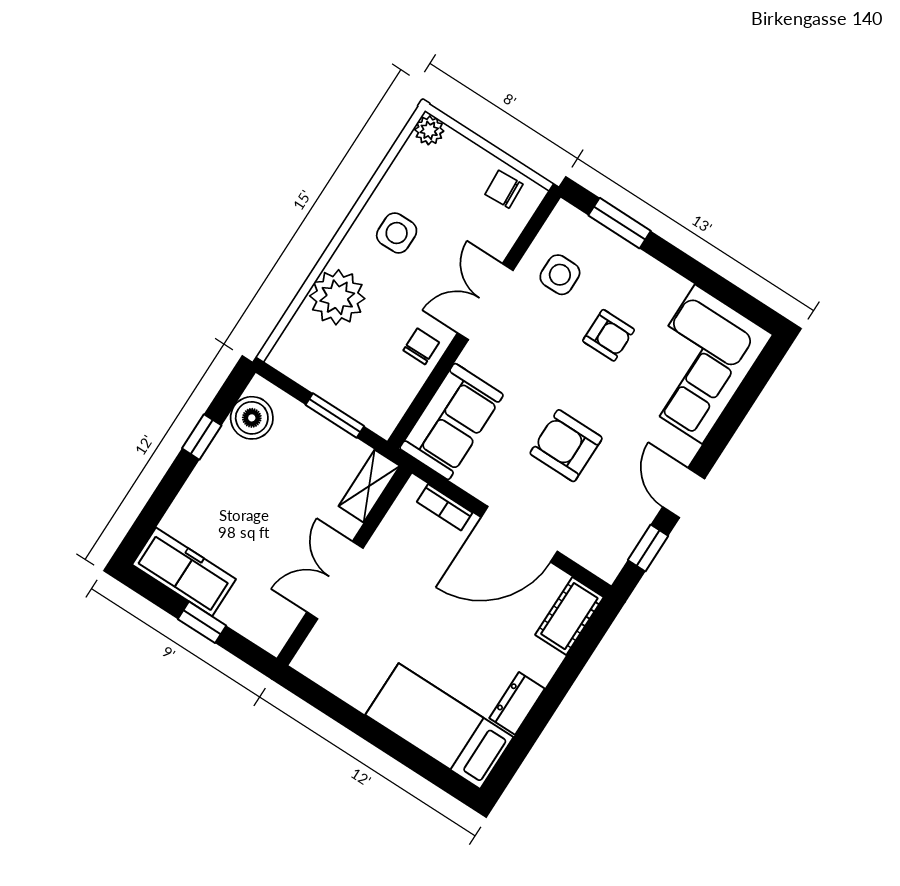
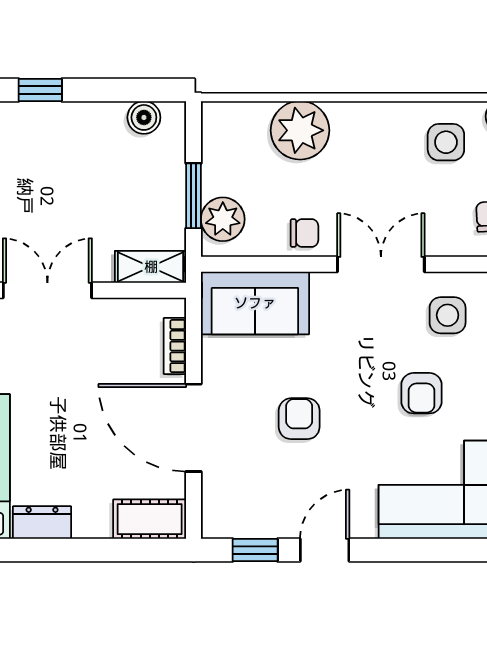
side table: (397, 233) -> (446, 142), moved
plant: (368, 404) -> (223, 219), added
boiler: (252, 418) -> (144, 117), width x0.73, depth x0.73
window: (202, 437) -> (40, 90), moved
armchair: (566, 446) -> (299, 419), width x0.72, depth x0.72

